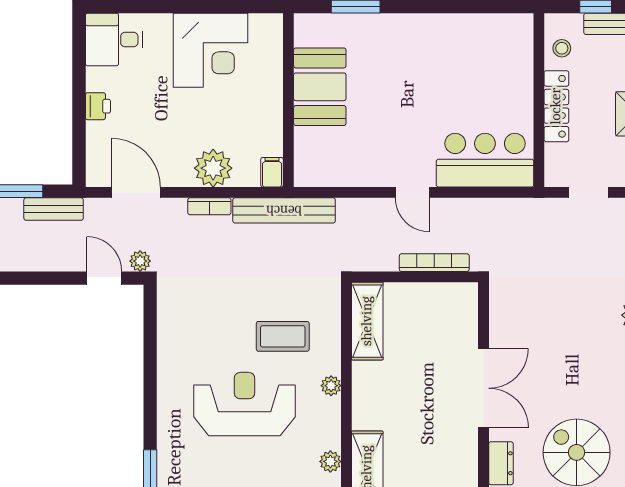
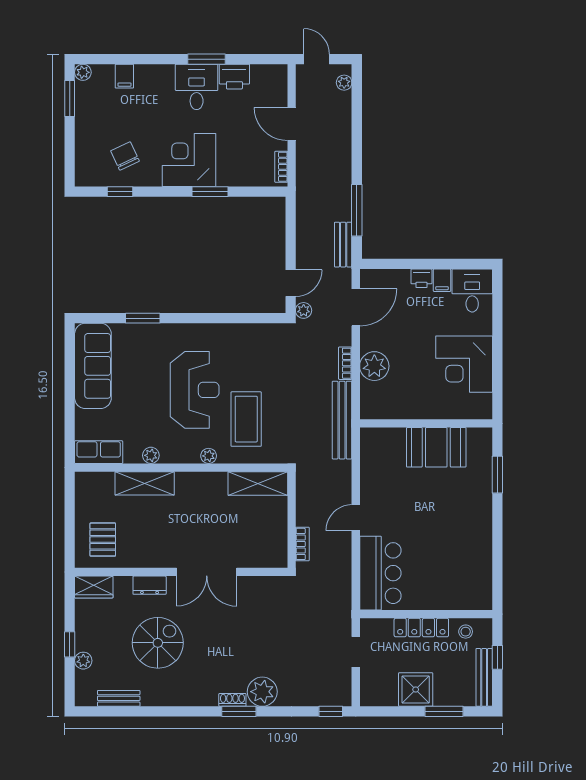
filing cabinet: (272, 172) -> (442, 280), moved, turned 90
bookcase: (434, 263) -> (302, 544), width x0.64
coffee table: (283, 336) -> (246, 419), width x1.36, depth x1.32

